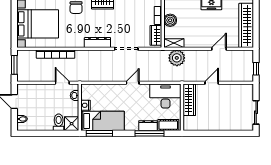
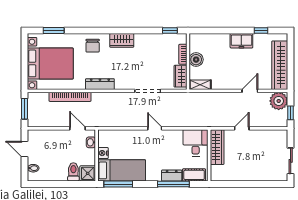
dresser: (97, 43) -> (100, 84), moved
plant: (177, 58) -> (279, 101), moved
door: (133, 83) -> (155, 128), hinge flipped
desk: (165, 96) -> (196, 143), width x0.73

